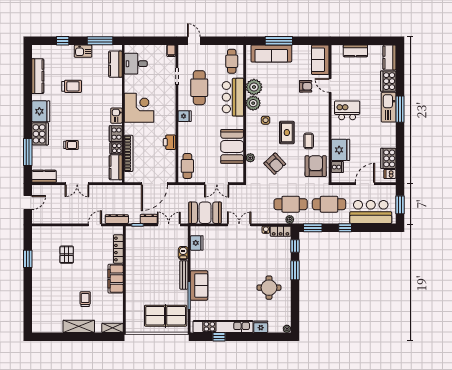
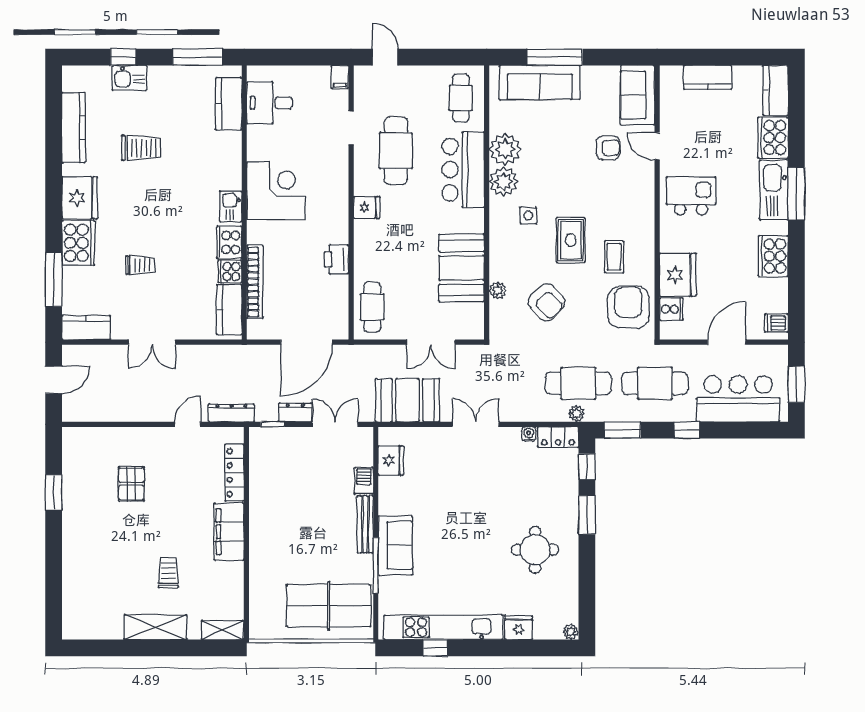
kitchen sink: (83, 51) -> (129, 78), moved
cooker: (388, 158) -> (773, 256), moved

